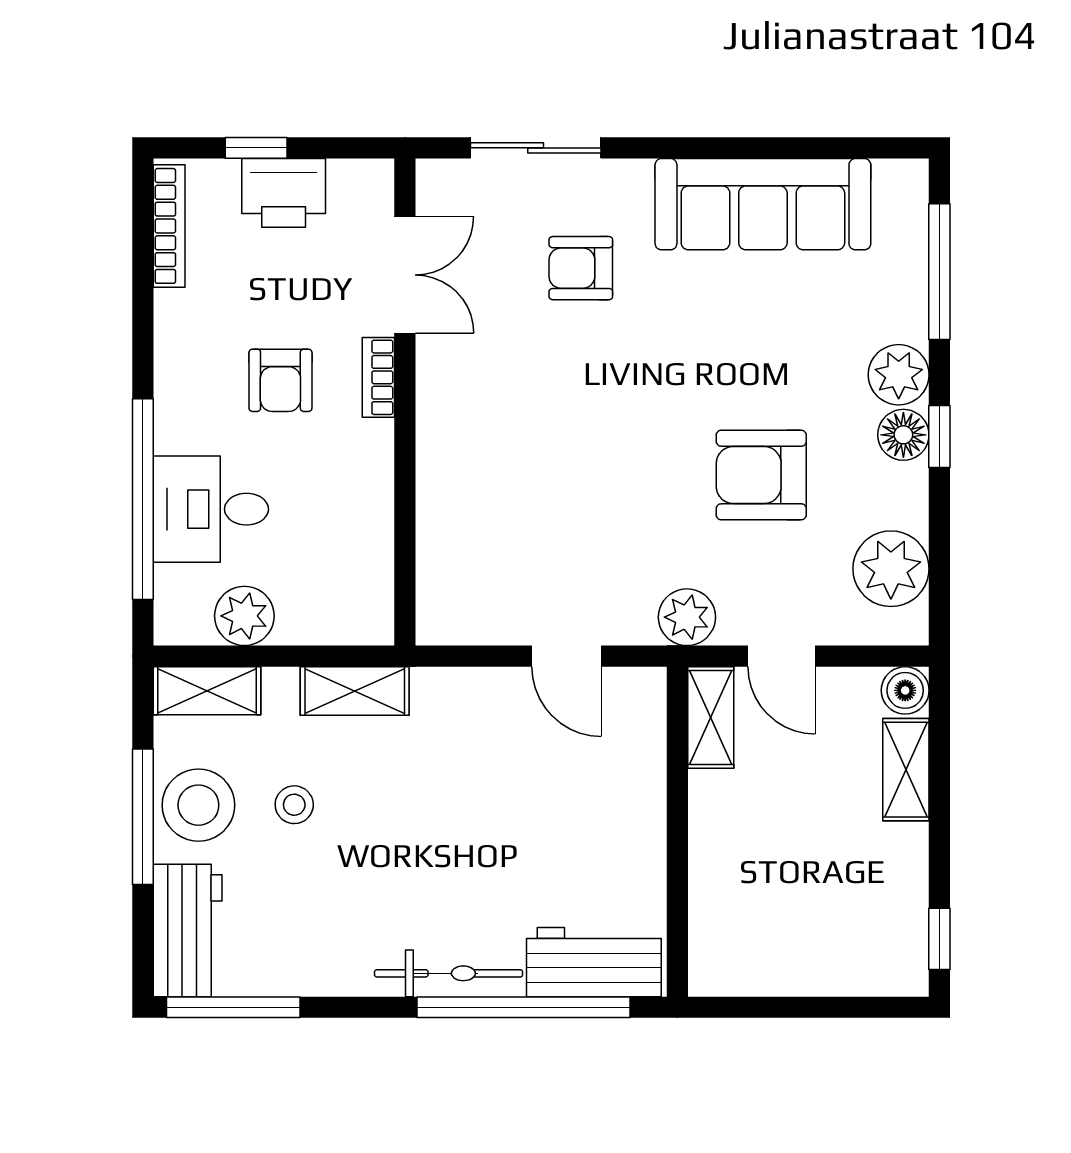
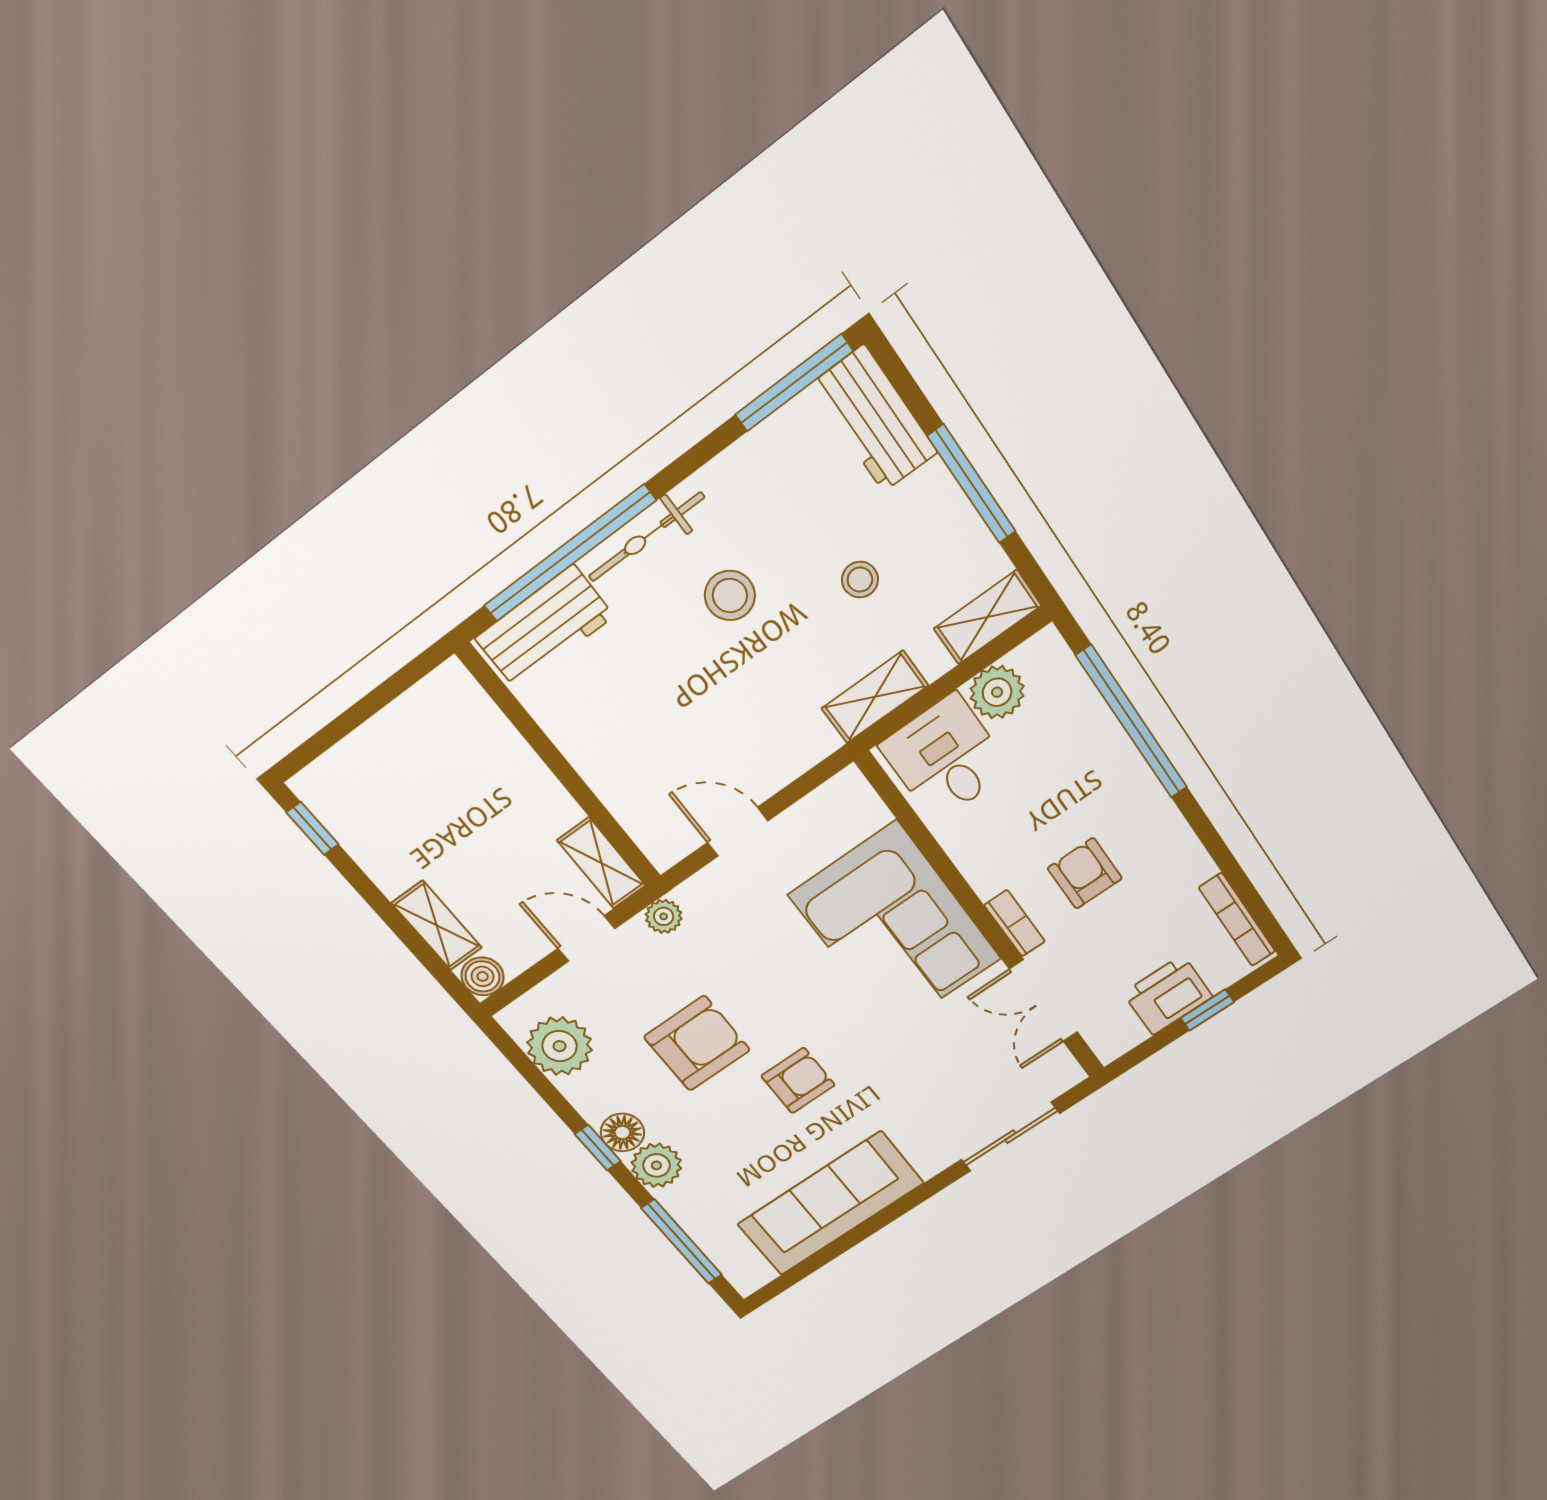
armchair: (581, 268) -> (798, 1081), moved
corner sofa: (491, 456) -> (895, 927), added
desk: (211, 509) -> (945, 758), moved, turned -90
plant: (687, 617) -> (664, 916), width x0.73, depth x0.73
stool: (198, 805) -> (730, 595), moved, width x0.73, depth x0.73

